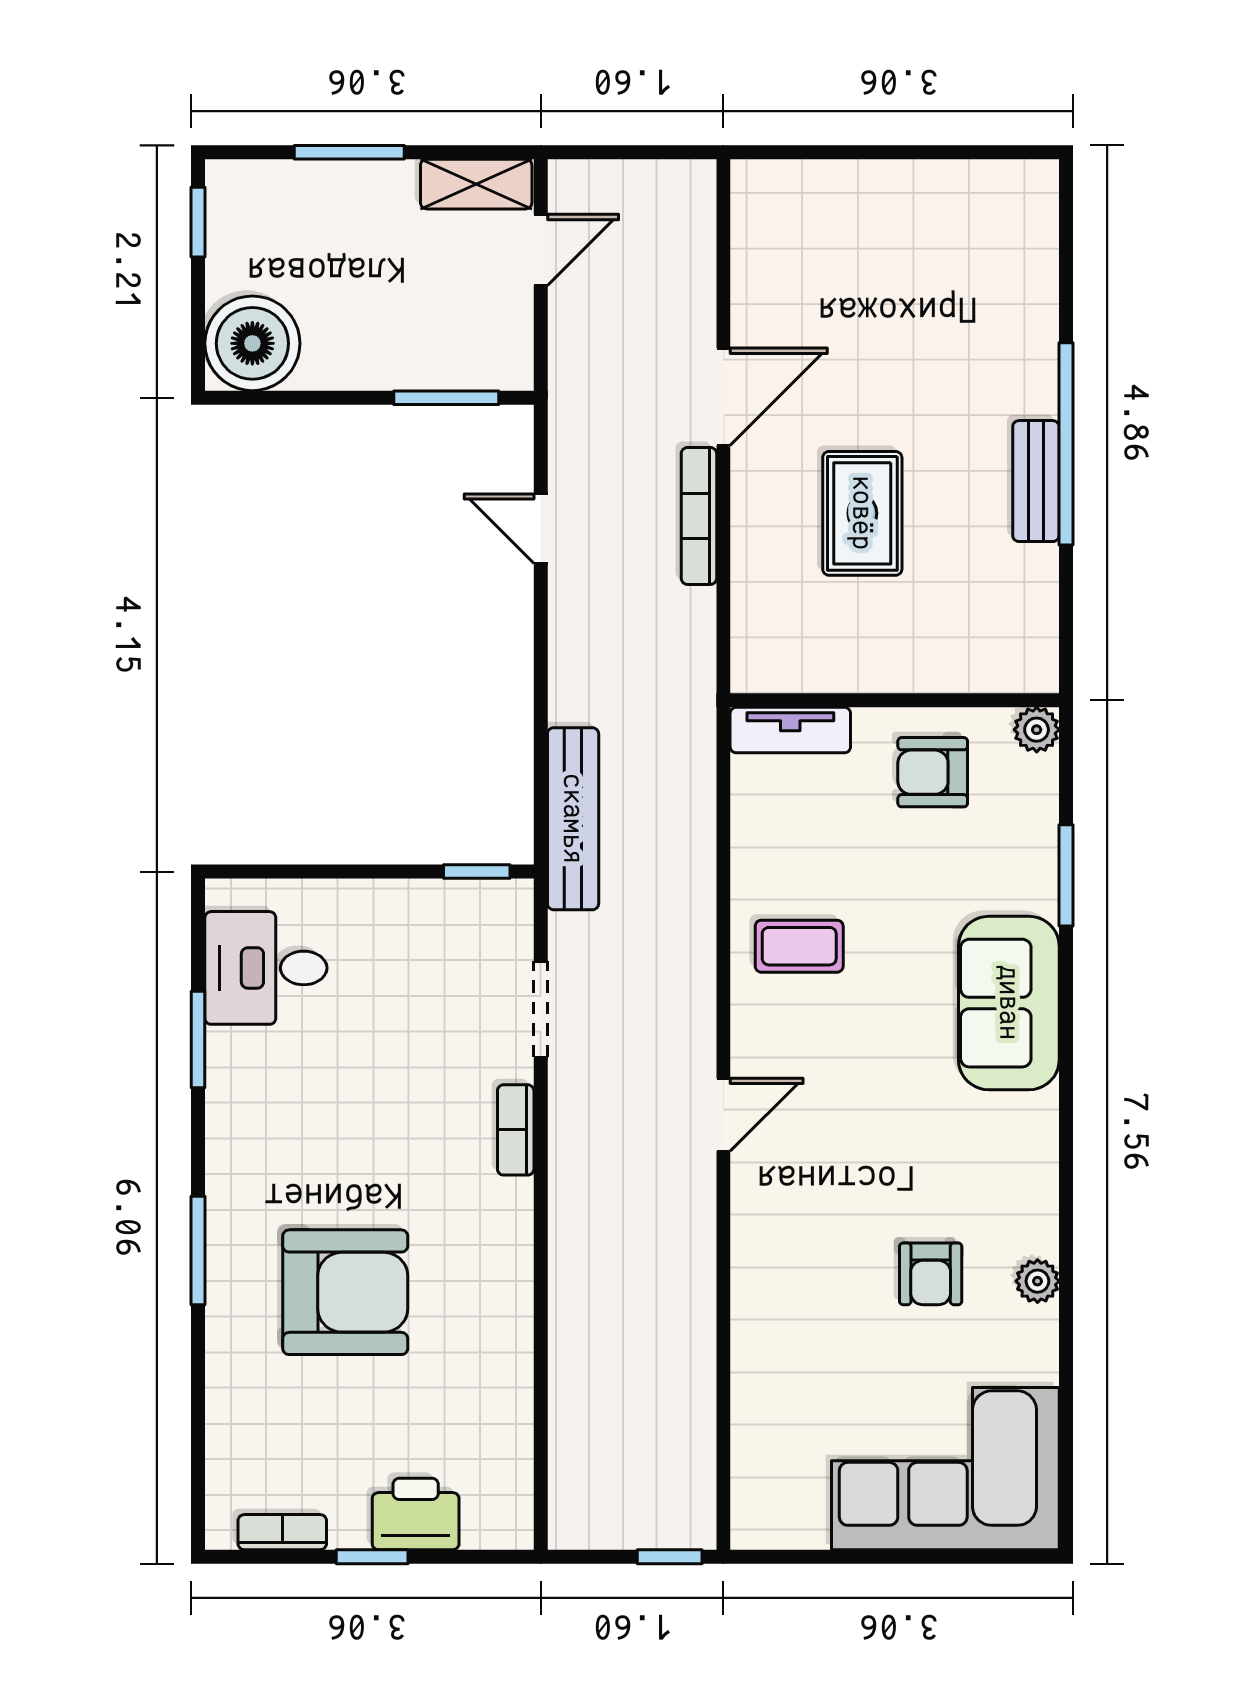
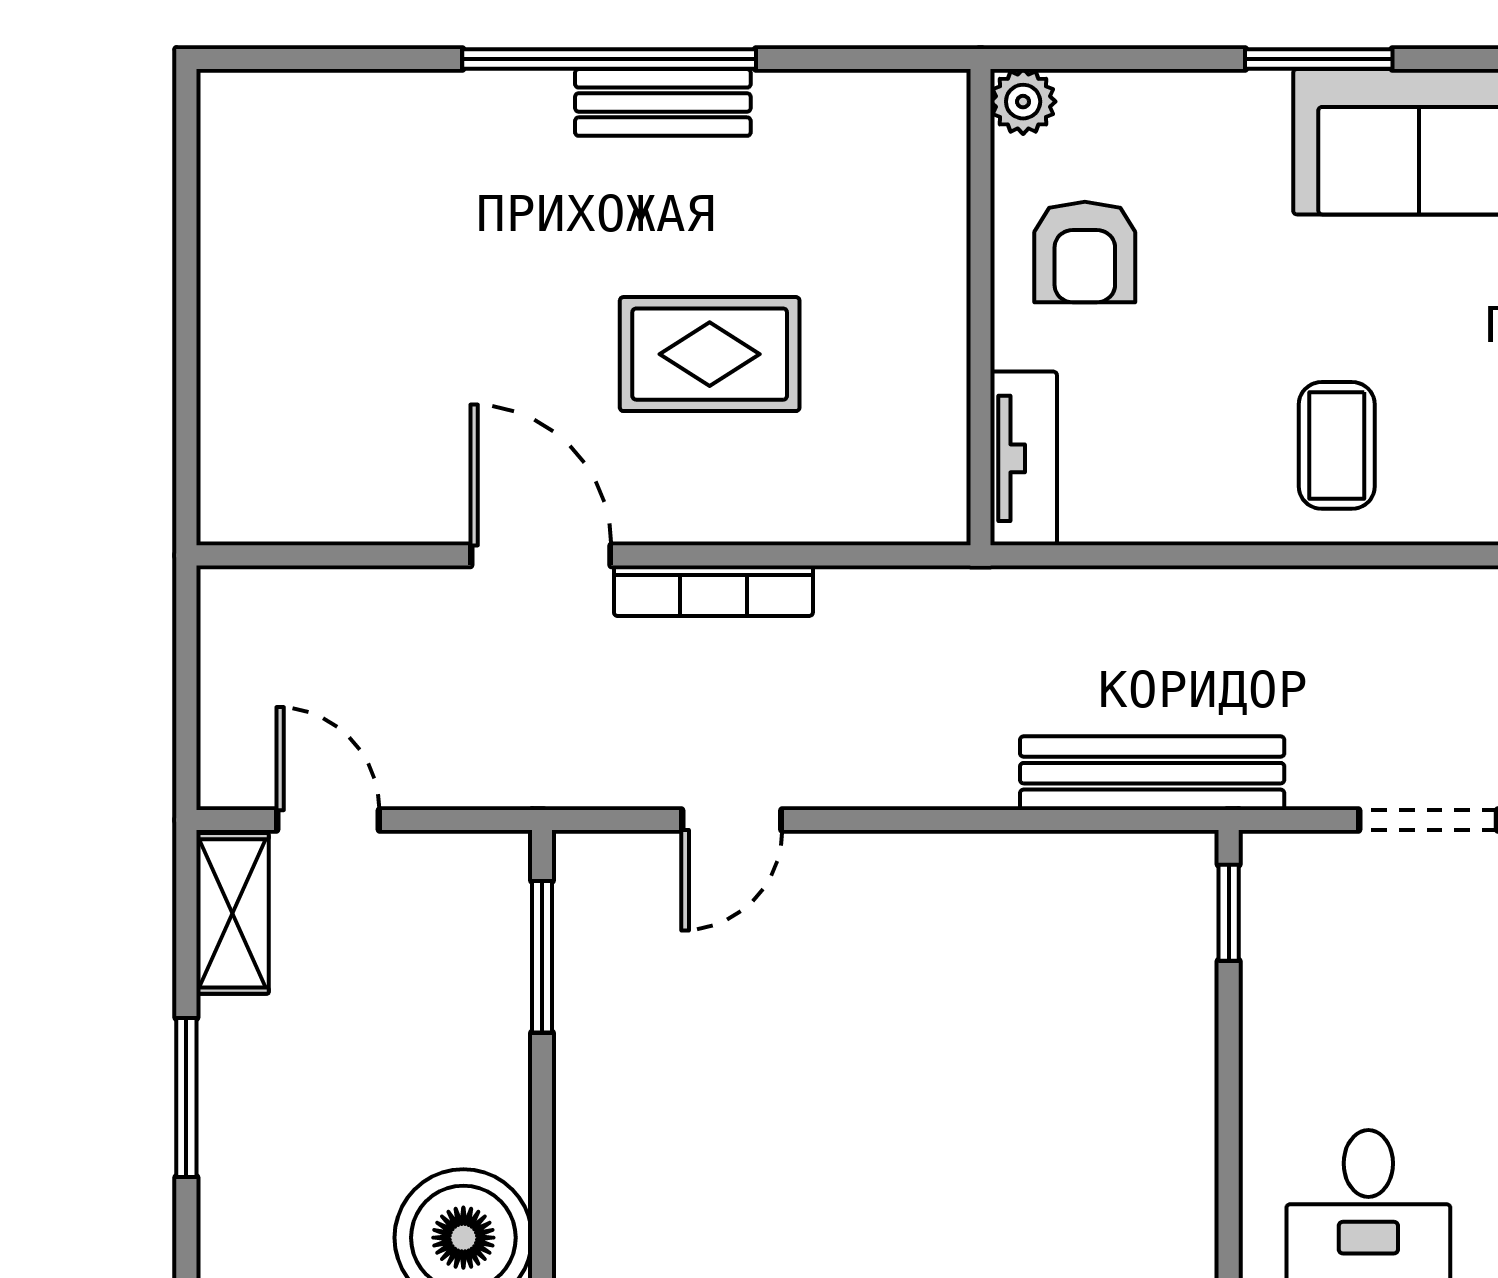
window: (1066, 875) -> (1319, 59), moved

